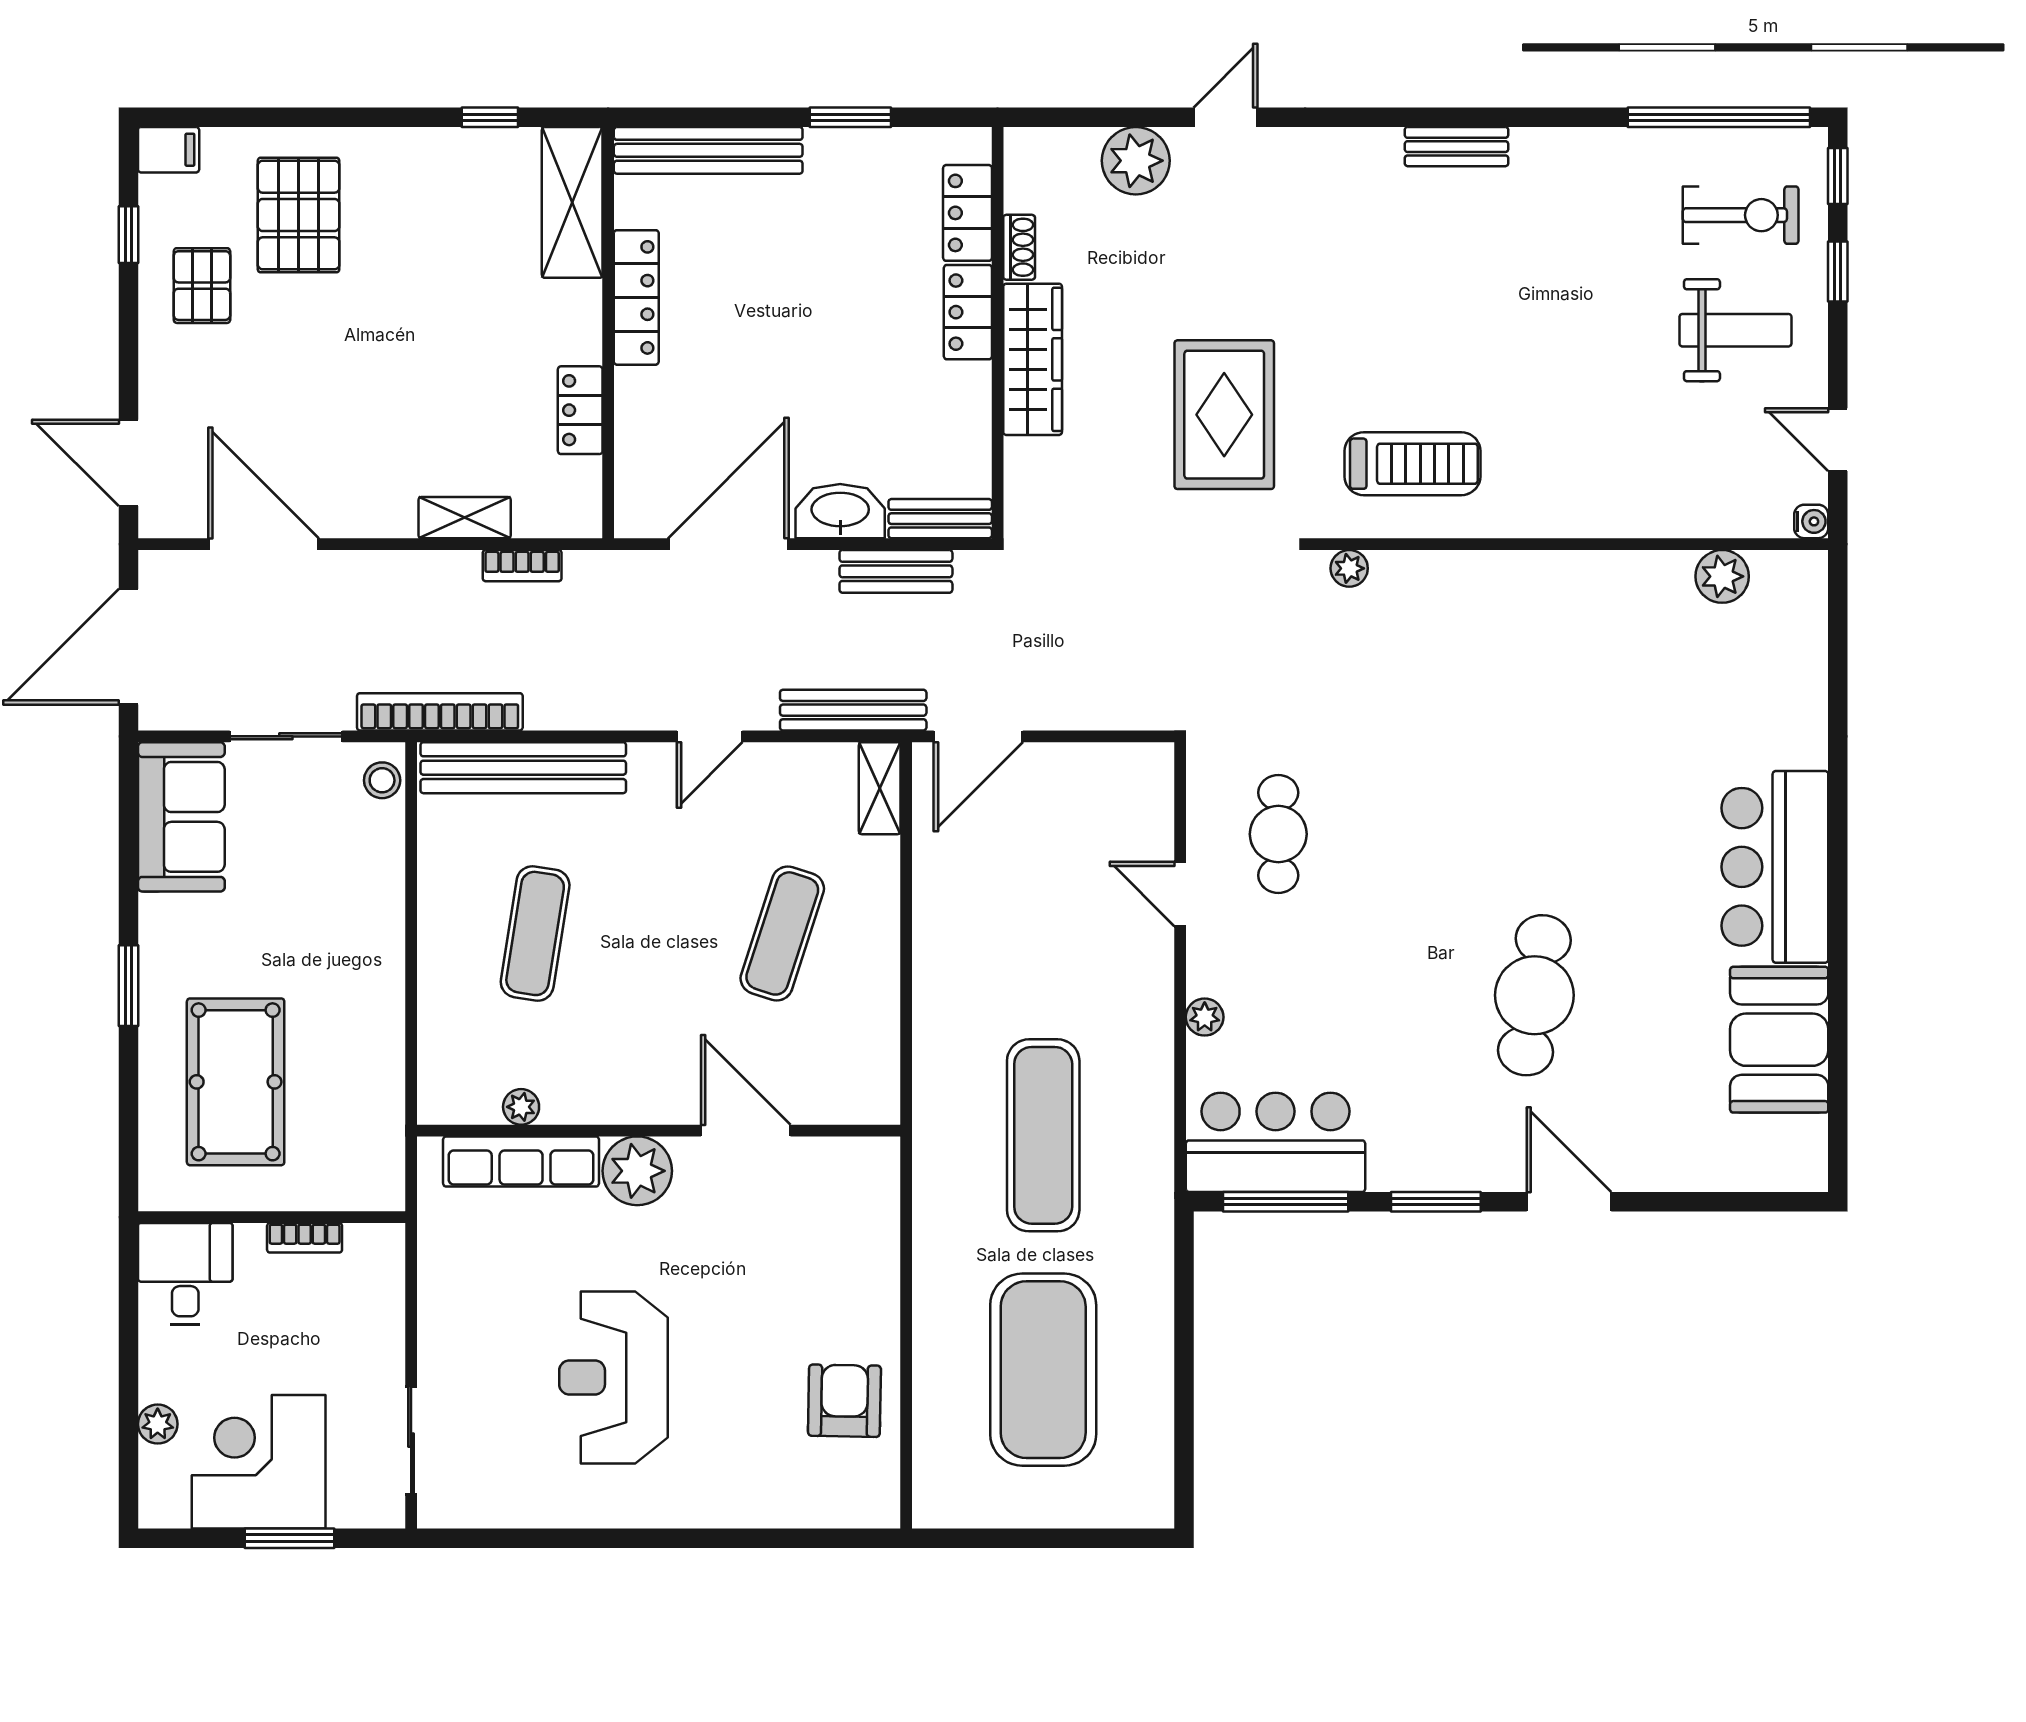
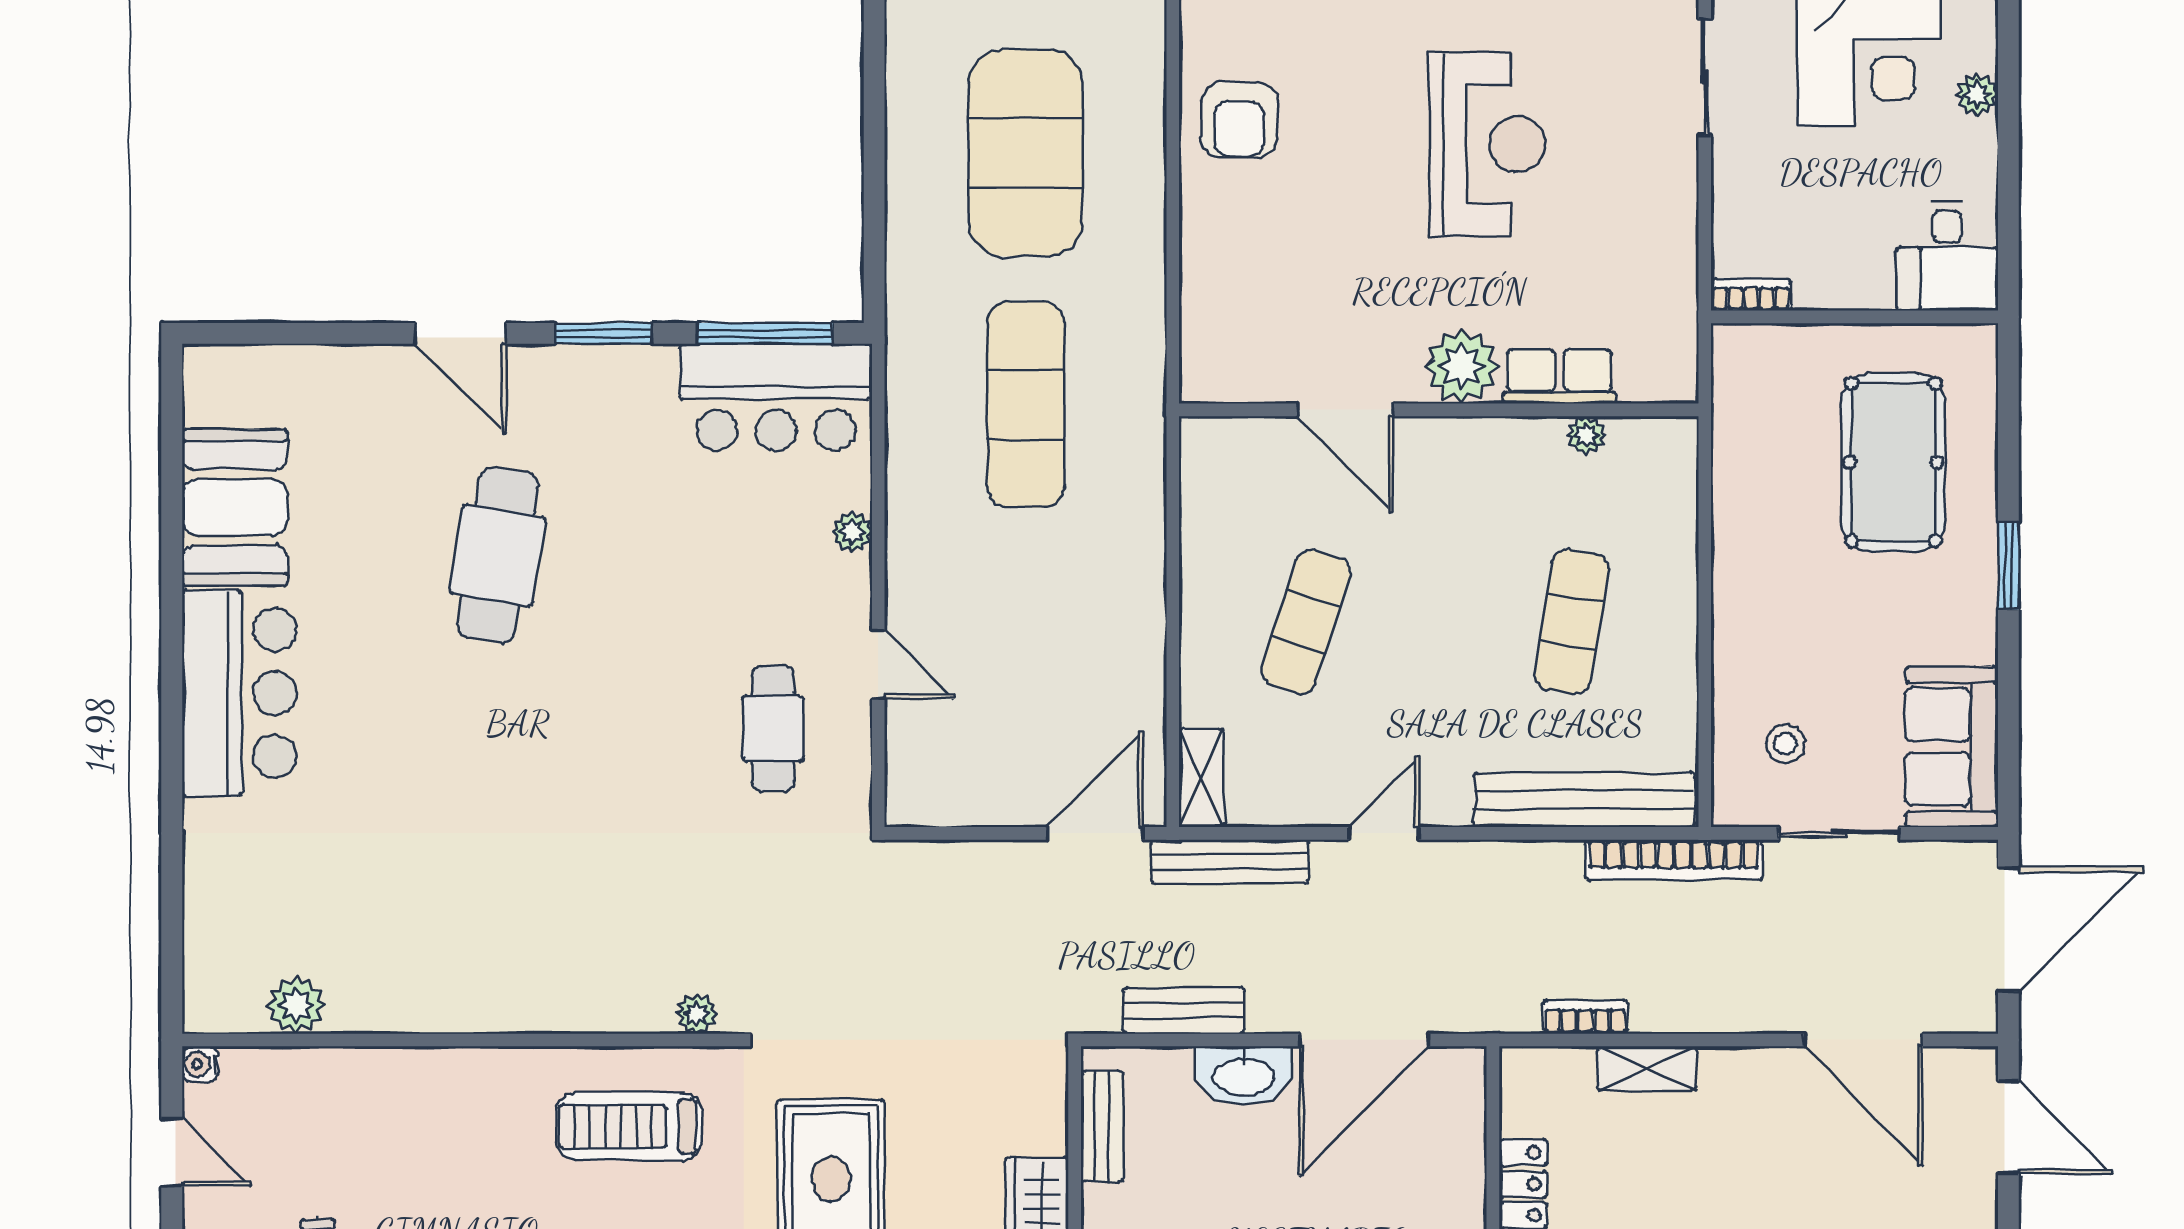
bench: (940, 519) -> (1102, 1126), moved, turned 90
stool: (382, 780) -> (1785, 744), moved
row of seats: (521, 1161) -> (1560, 377), width x0.68
bookcase: (305, 1238) -> (1751, 295), moved

